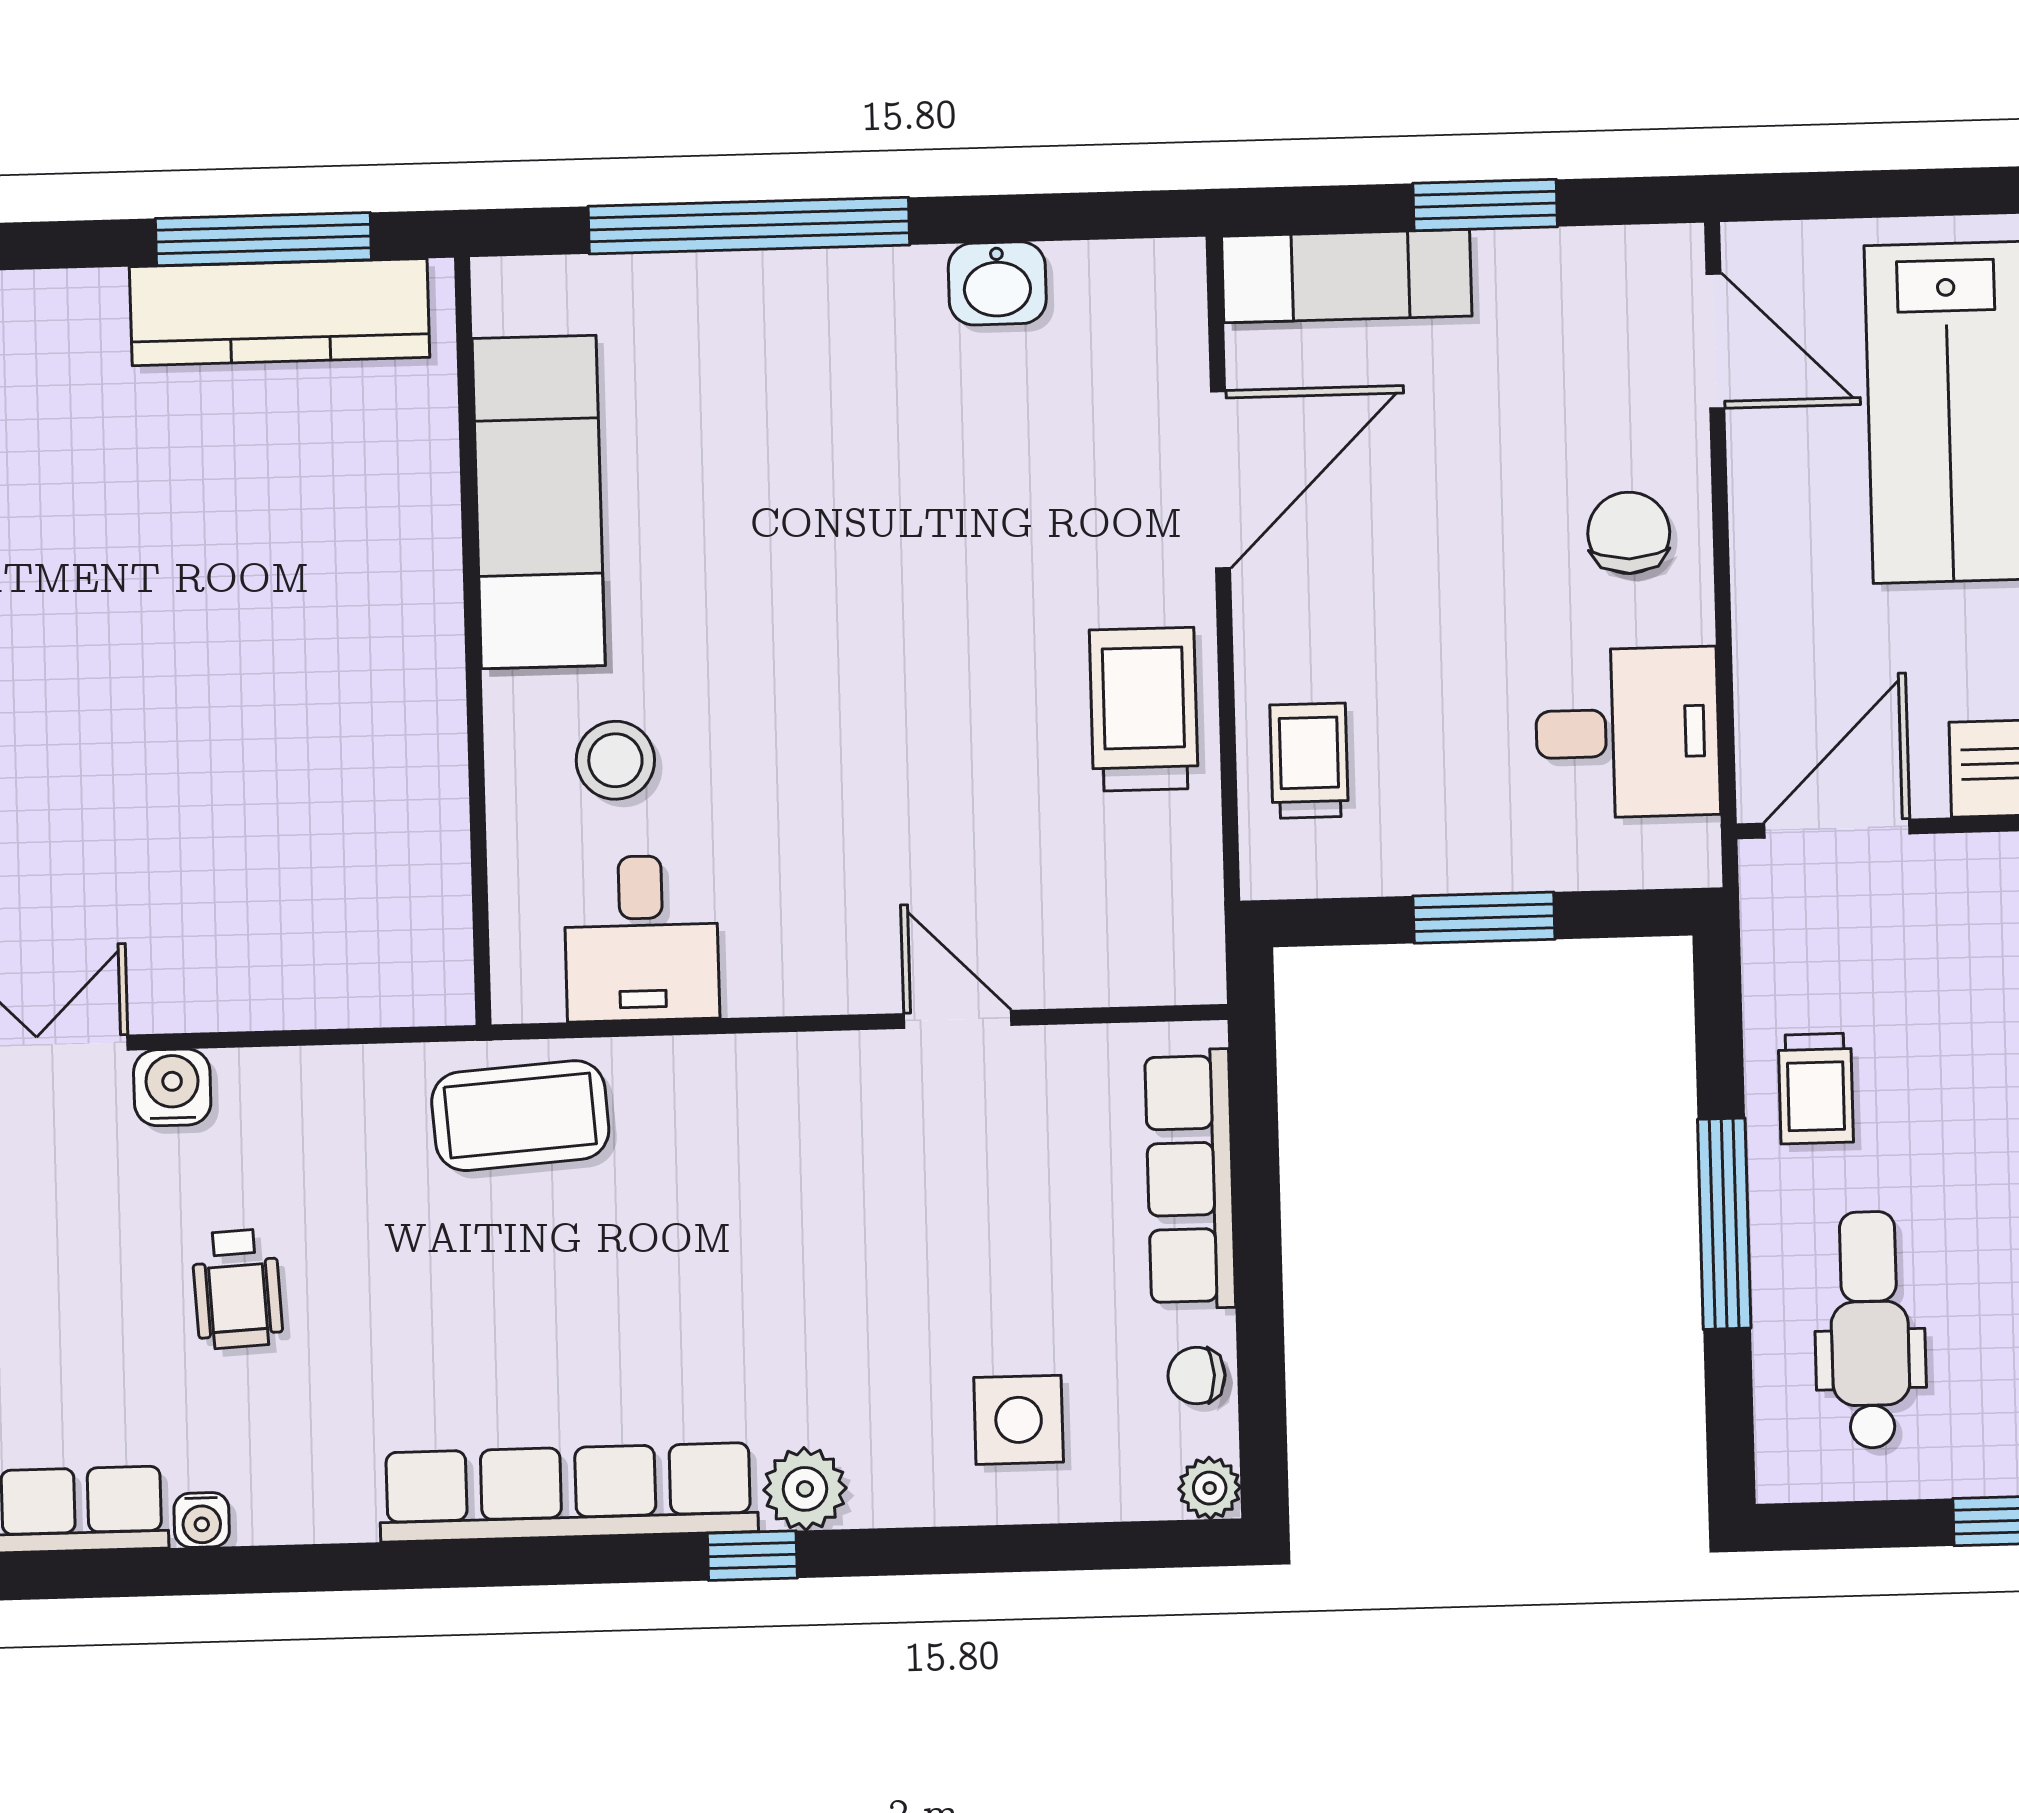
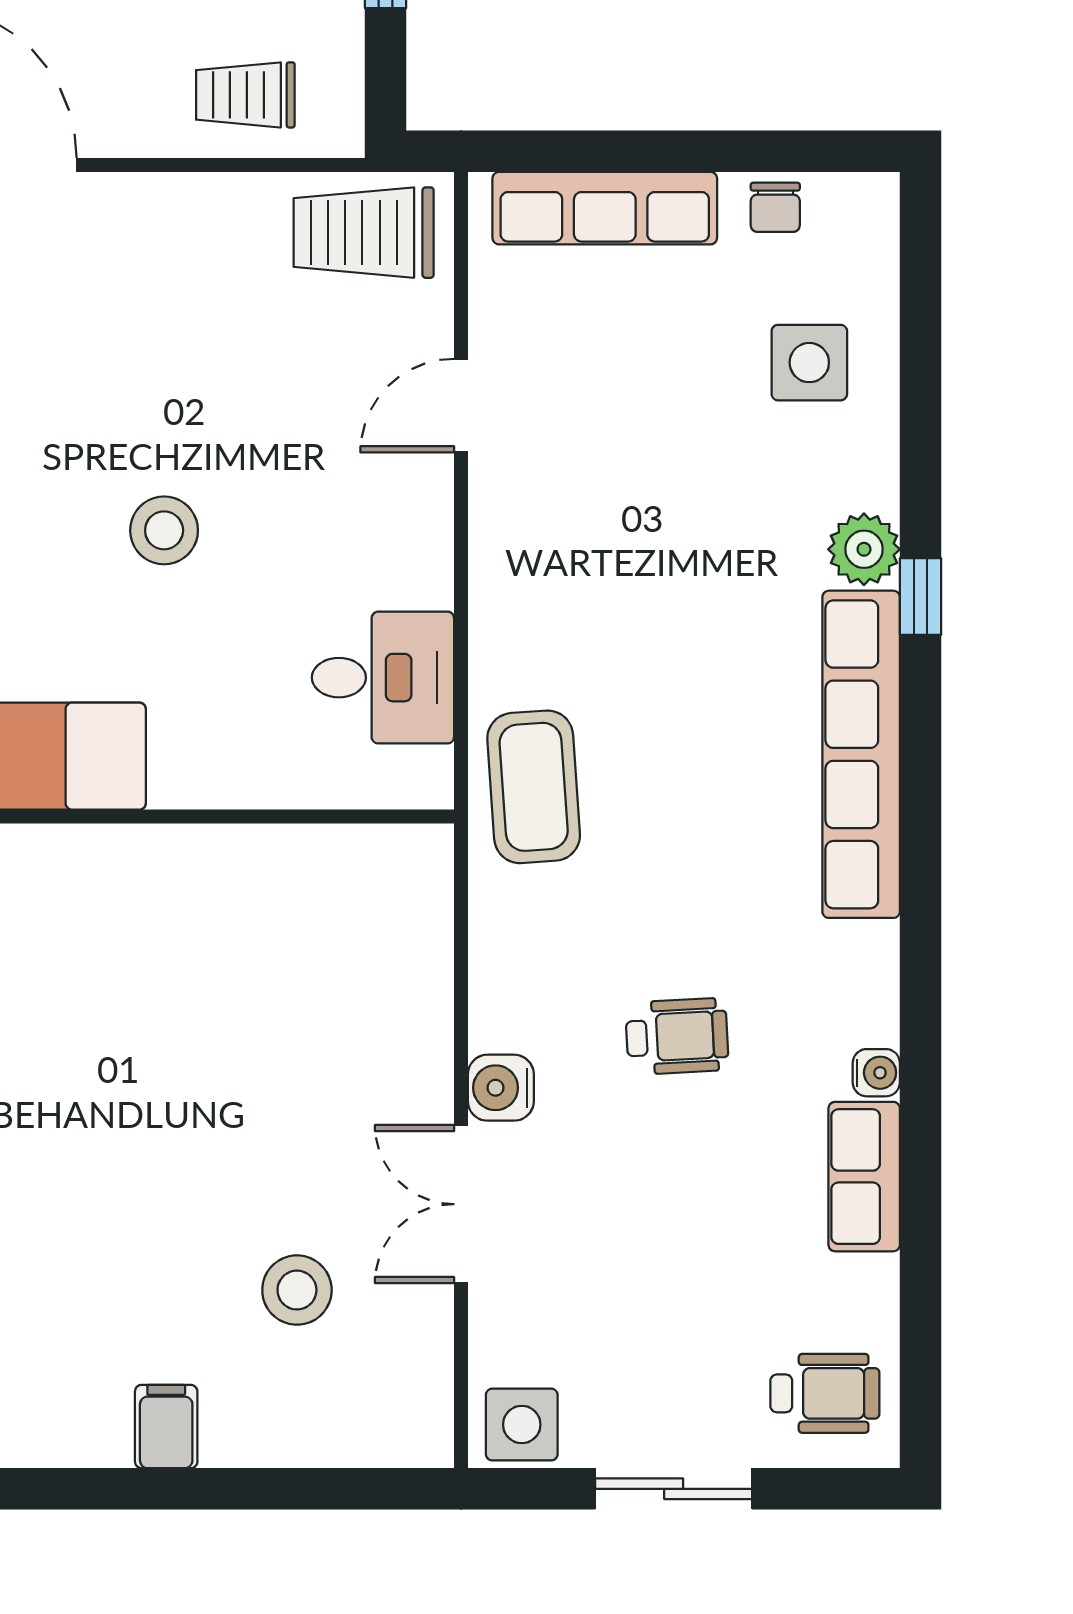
trolley: (1144, 709) -> (364, 233), moved
stool: (615, 760) -> (164, 530), moved
plant: (1210, 1488) -> (873, 199), removed

